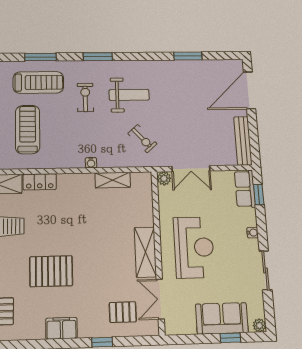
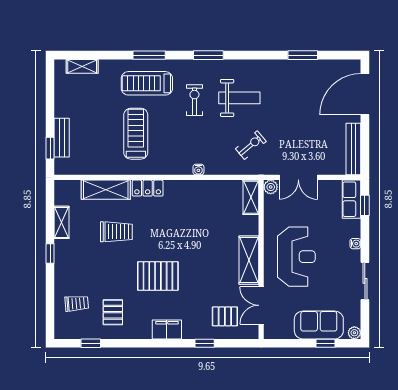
treadmill: (38, 82) -> (147, 83), turned 180
exercise bike: (142, 139) -> (251, 145), turned -88
shelving: (113, 180) -> (251, 197), moved, turned 90

